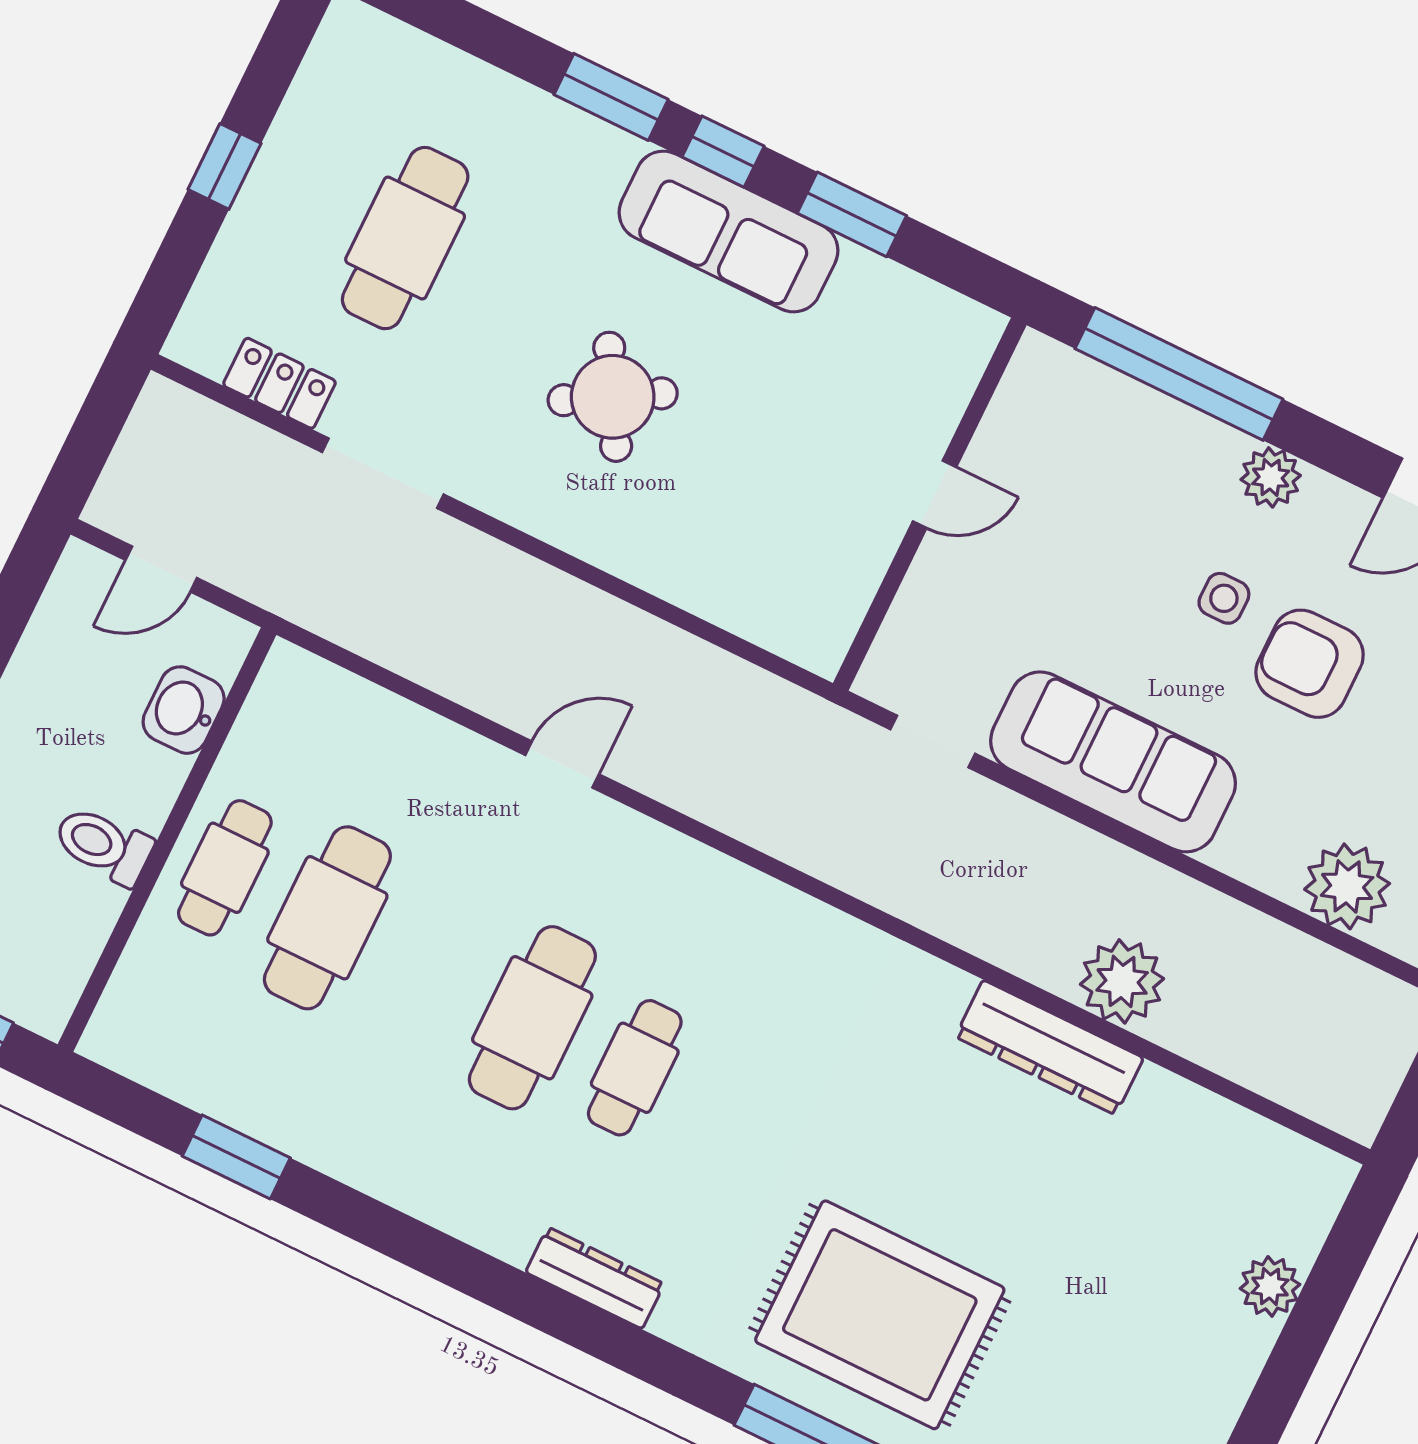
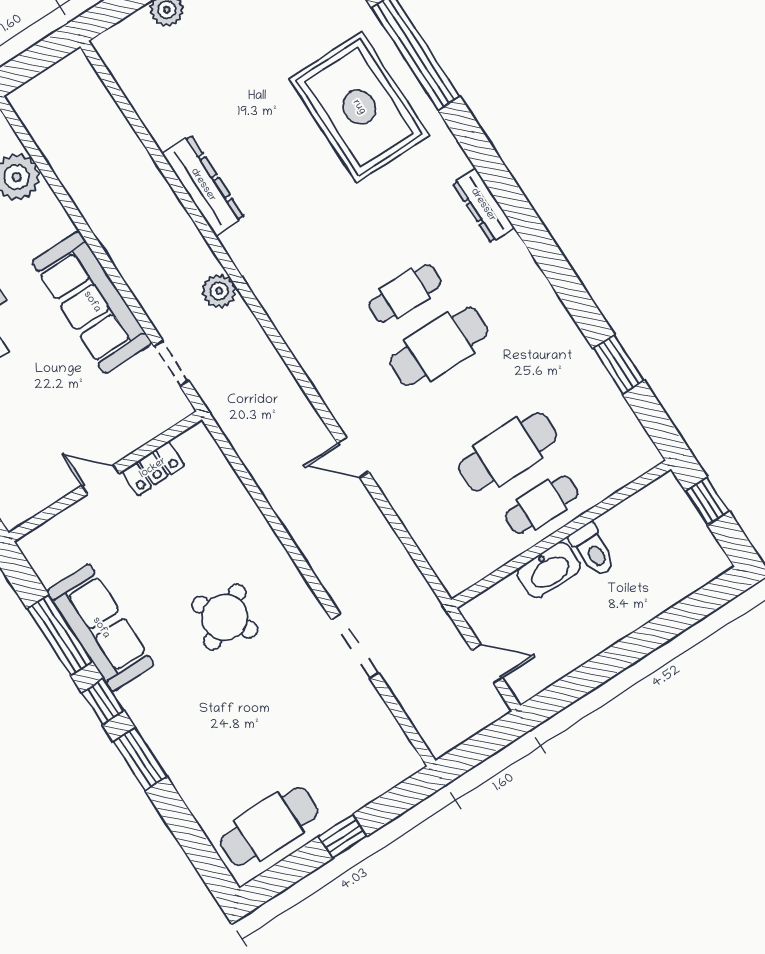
window: (852, 214) -> (60, 635), width x1.44
sofa: (728, 232) -> (101, 628), moved
cafe table: (405, 238) -> (269, 826), moved
locker: (279, 383) -> (153, 468), moved, turned -90
washbasin: (184, 710) -> (549, 570), moved, width x1.38
plant: (1122, 981) -> (219, 291), moved, width x0.73, depth x0.73

